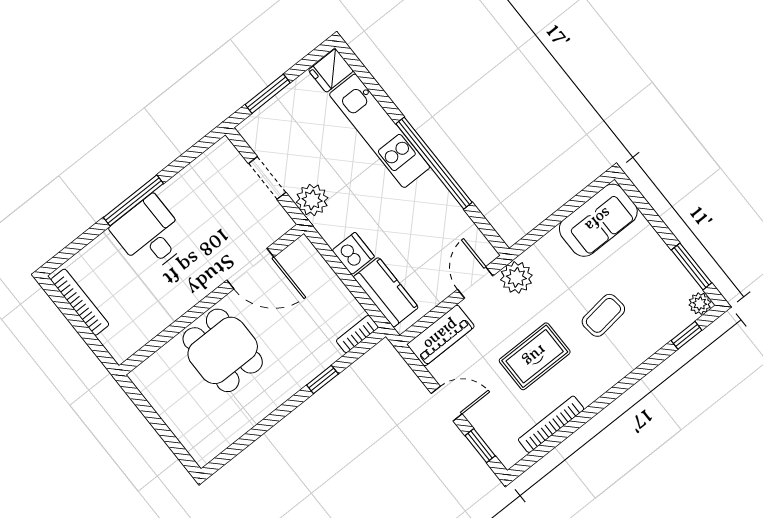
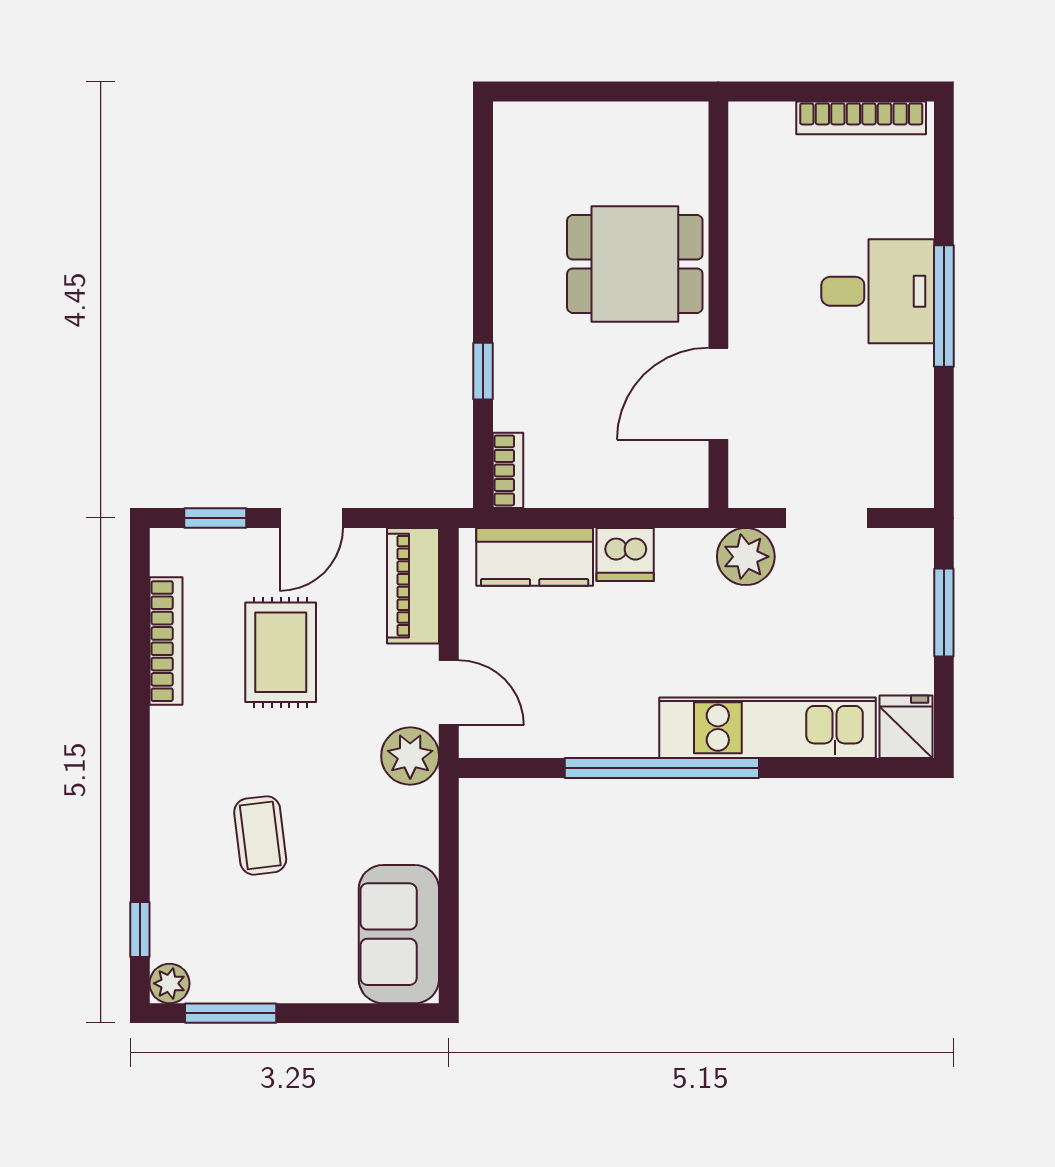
rug: (535, 356) -> (281, 652), moved

